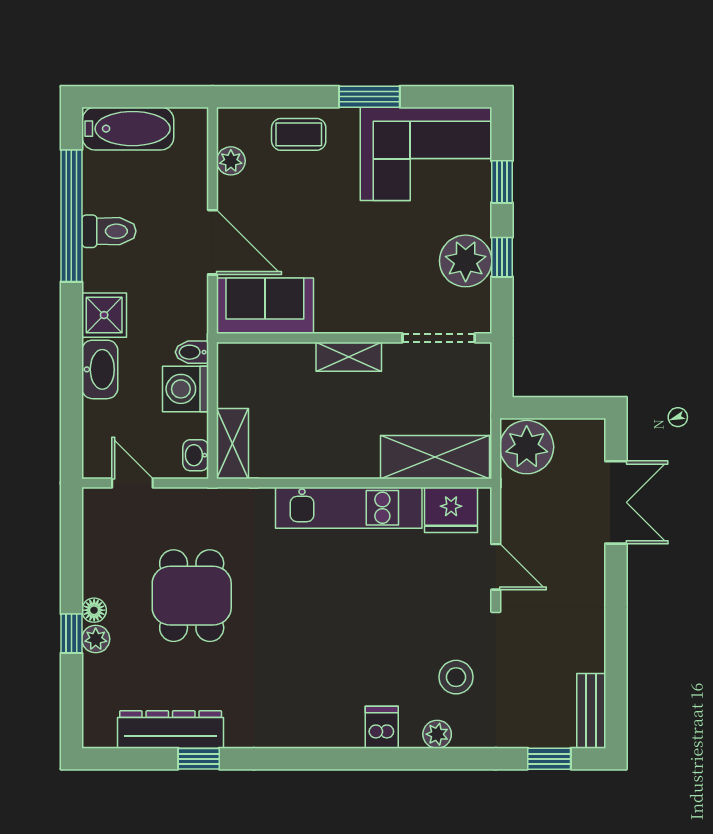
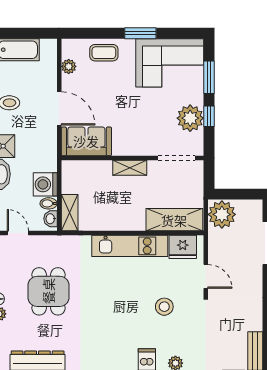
window: (502, 182) -> (209, 77), width x1.50
bidet: (192, 352) -> (49, 203), moved
stool: (456, 677) -> (164, 307), moved

